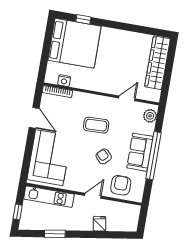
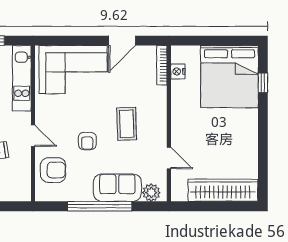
sofa: (140, 152) -> (117, 188), moved
armchair: (104, 156) -> (87, 141), turned 135

